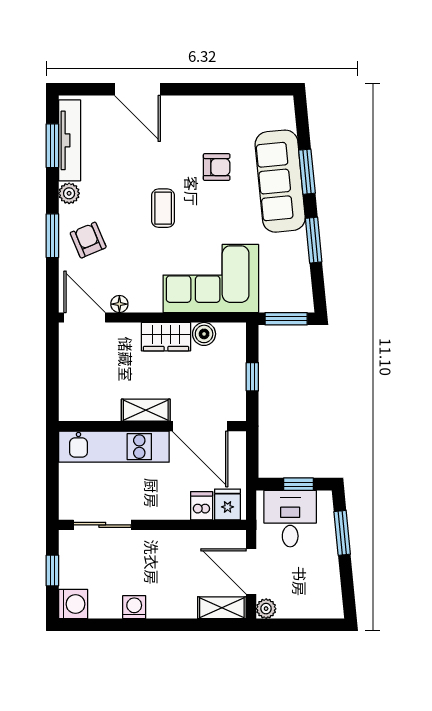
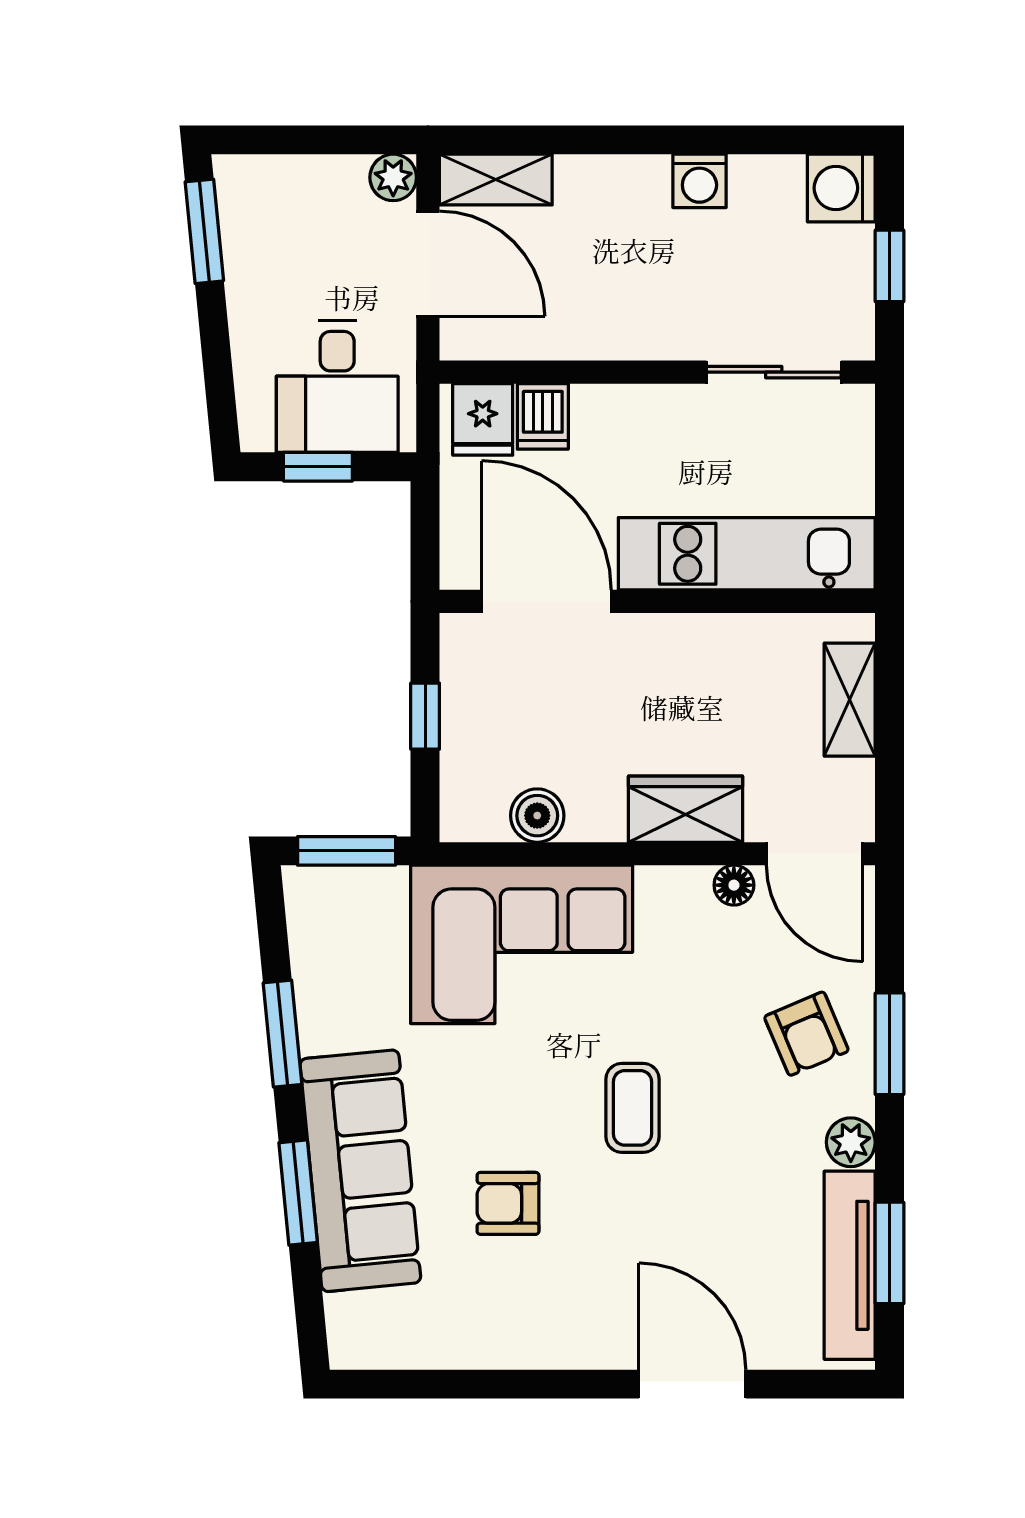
wardrobe: (166, 337) -> (685, 809), moved
shelving: (146, 410) -> (850, 700), moved, turned 90
window: (342, 533) -> (204, 231), moved

